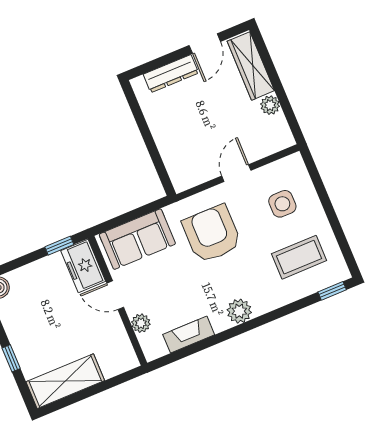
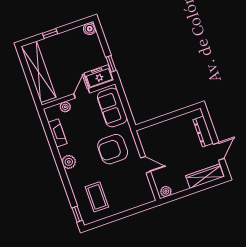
door: (205, 44) -> (219, 151), swing flipped
plant: (270, 105) -> (166, 191), moved
side table: (282, 204) -> (127, 189), removed
armchair: (212, 234) -> (113, 149), turned 180
shelving: (65, 381) -> (39, 72), width x1.47

